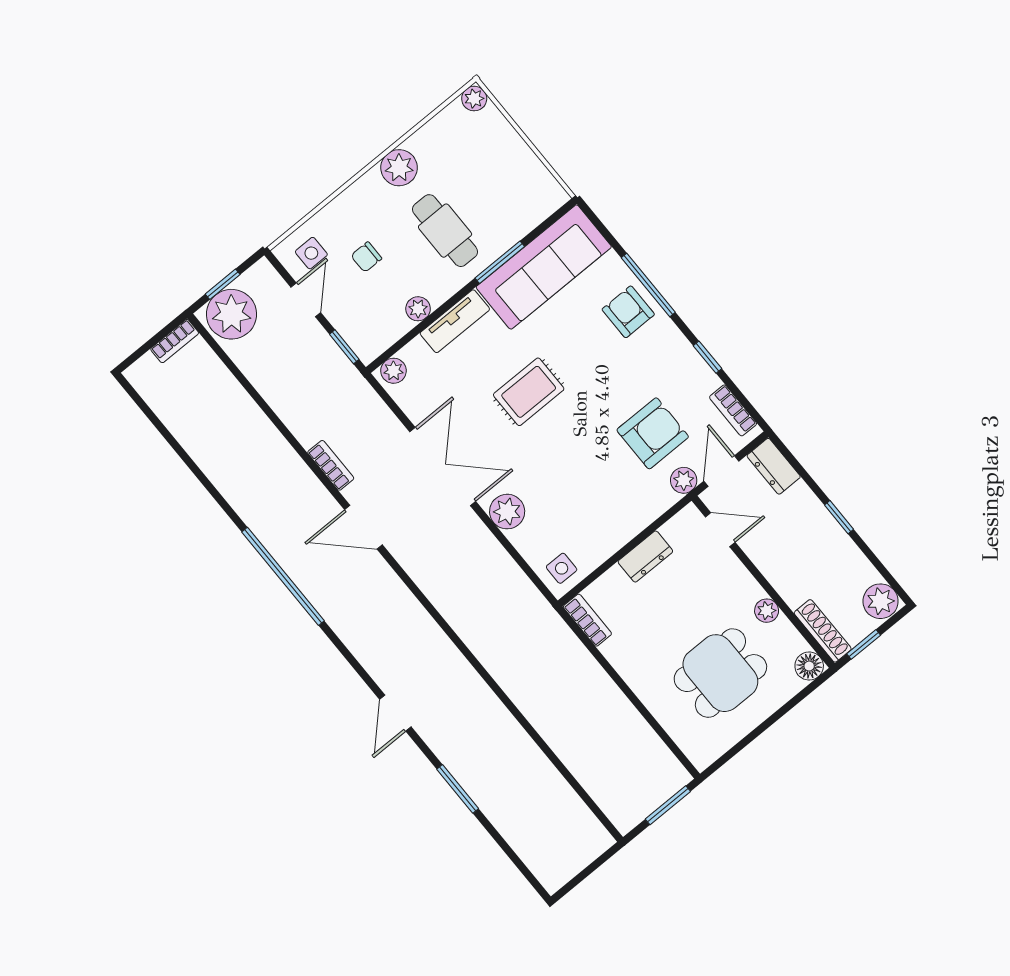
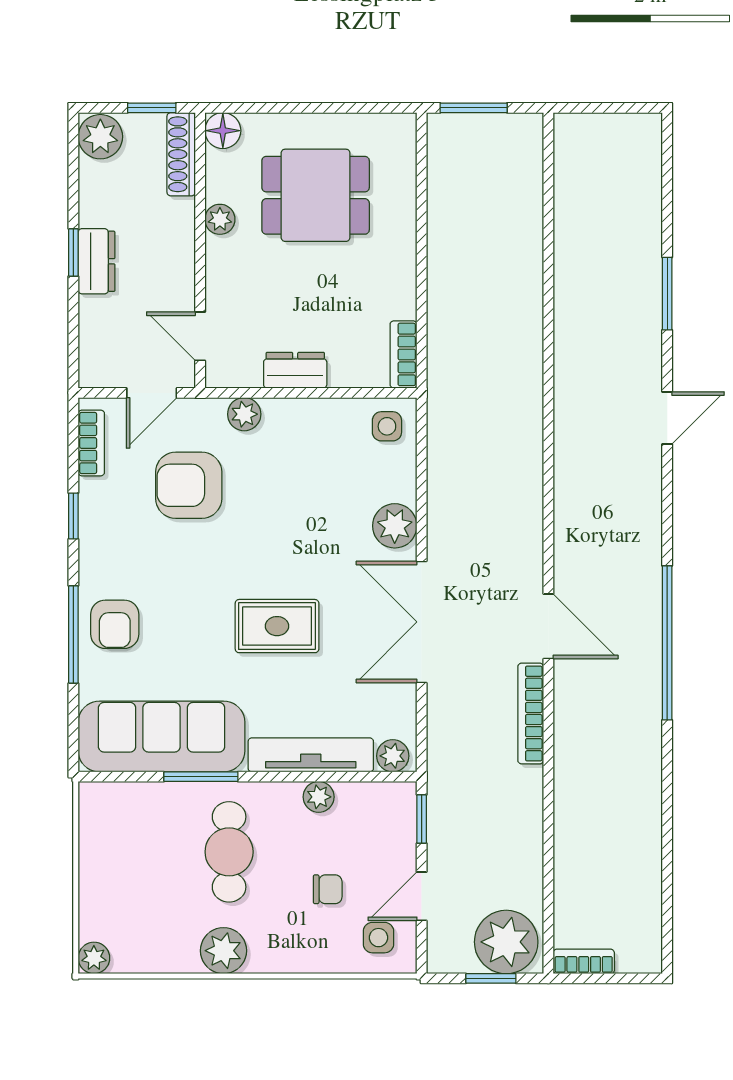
tv unit: (455, 321) -> (311, 755), width x1.41
bookcase: (331, 465) -> (531, 714), width x1.56
dresser: (774, 466) -> (97, 261), moved
plant: (684, 480) -> (244, 414), moved

